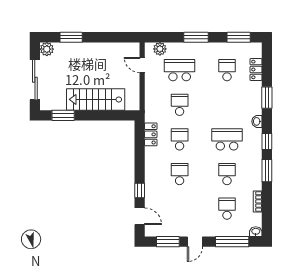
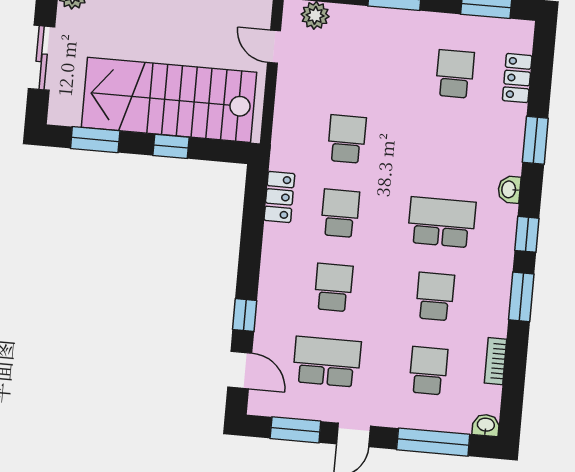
school desk: (180, 70) -> (327, 362), moved
sliding door: (35, 80) -> (42, 58), width x0.73
stairs: (96, 99) -> (169, 100), width x1.36, depth x1.51
window: (99, 115) -> (171, 146), added

